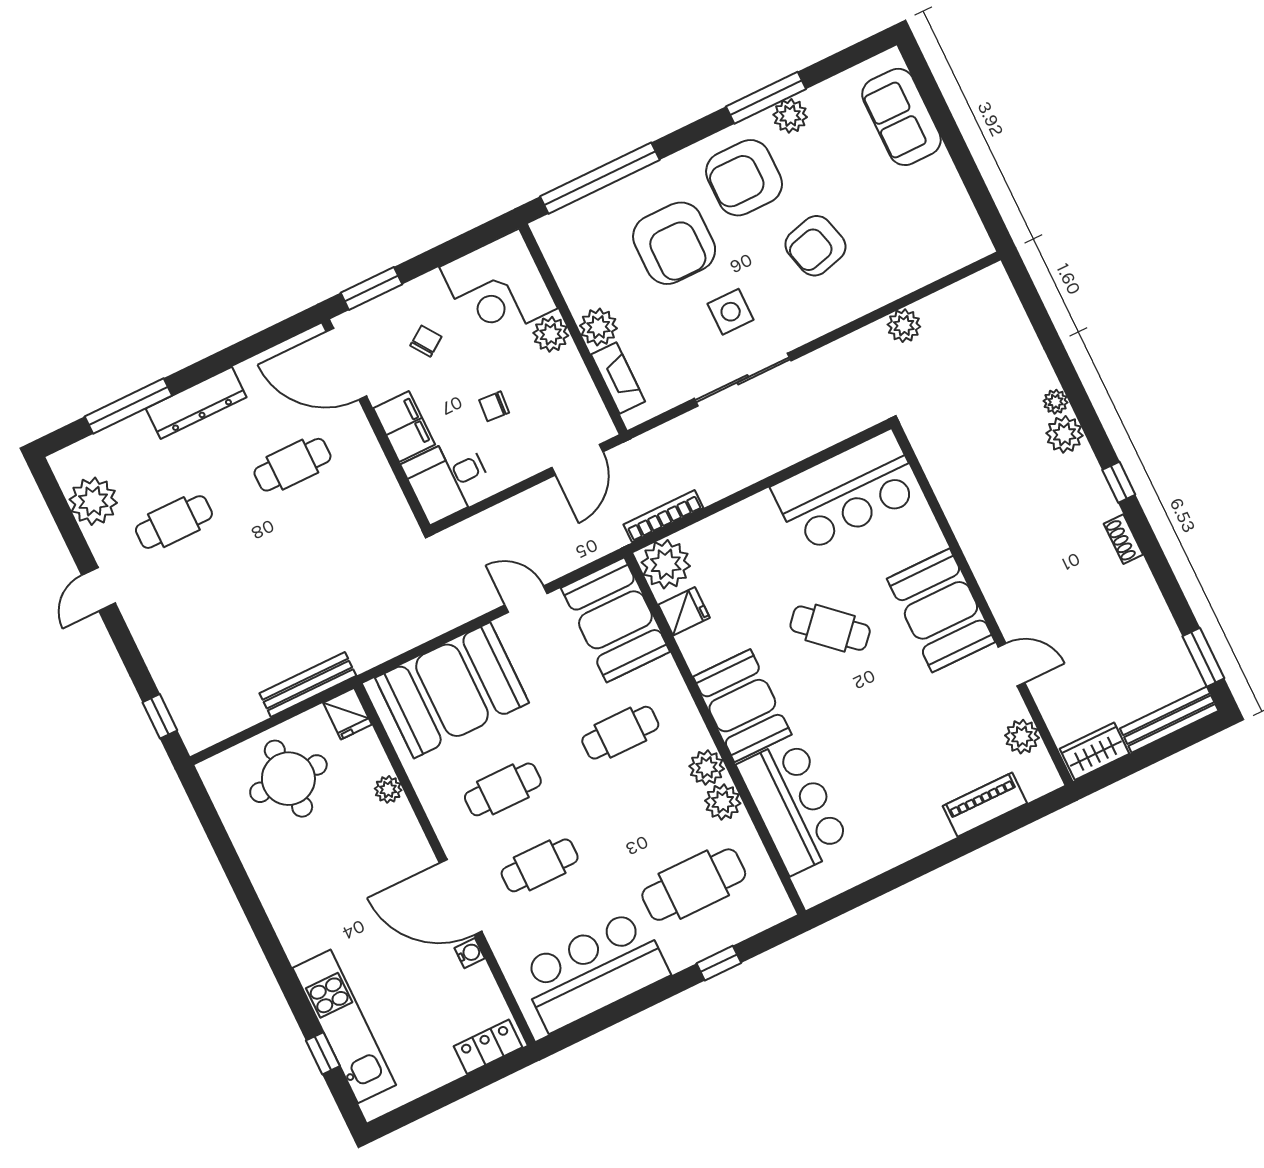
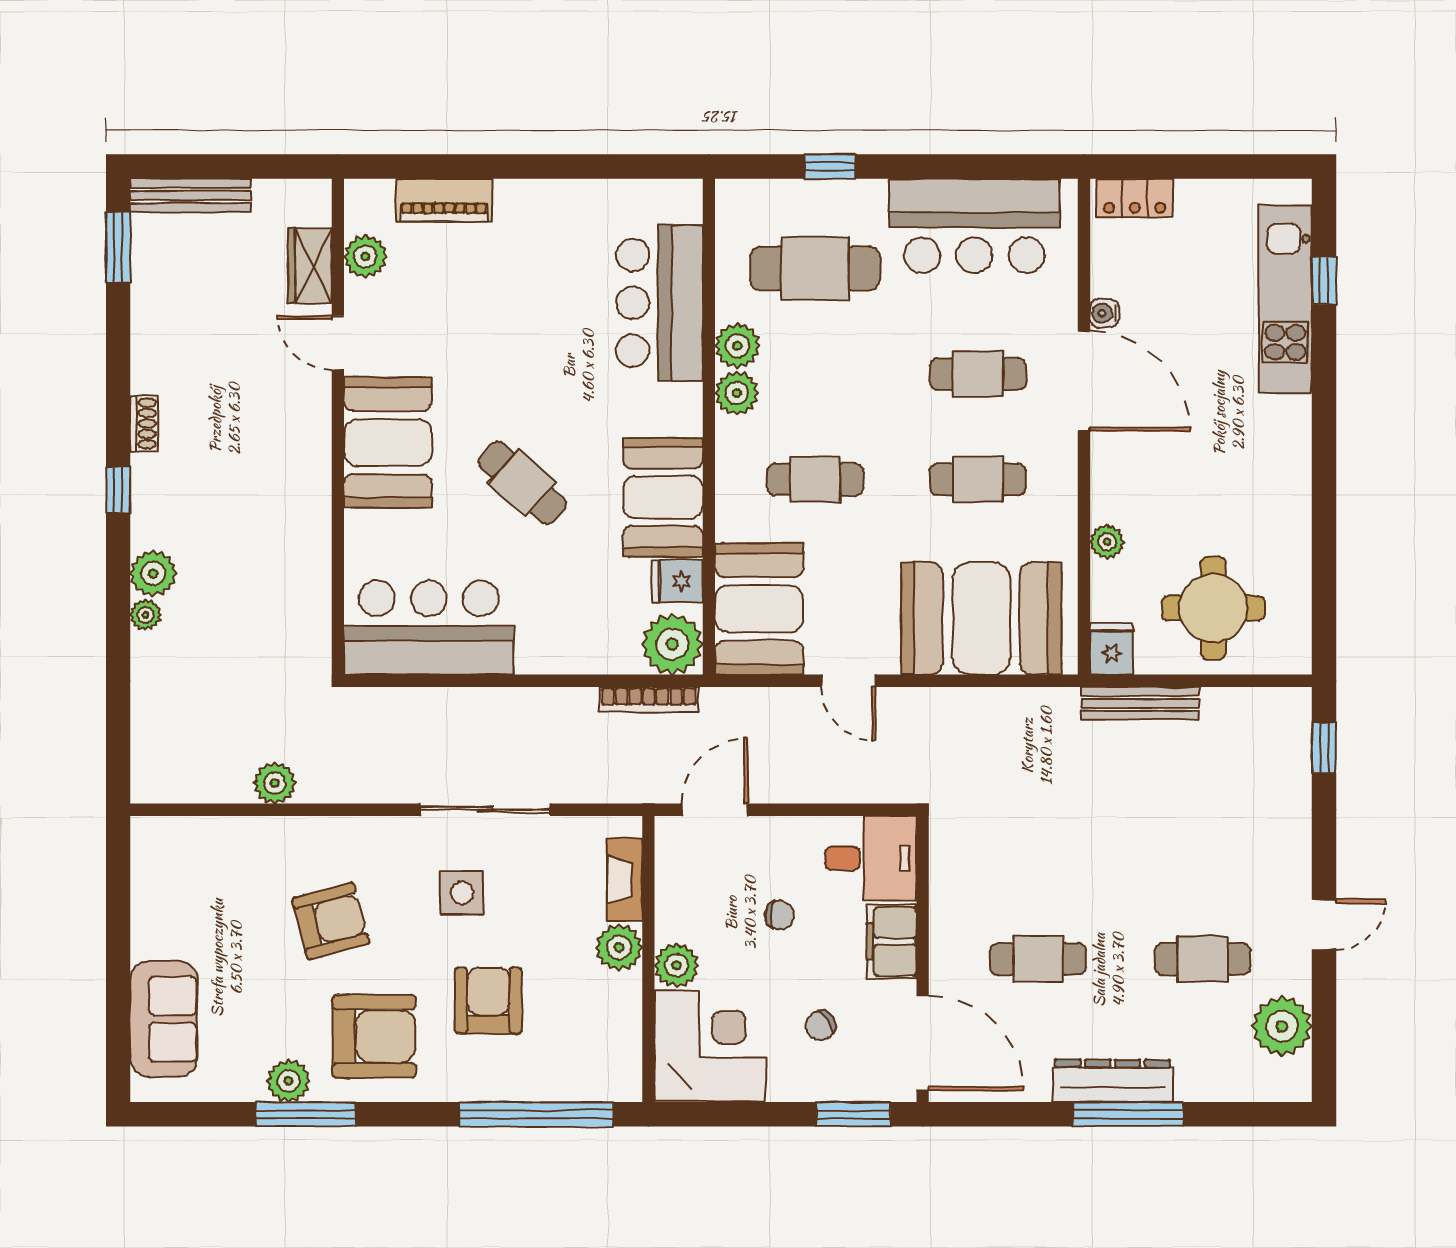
armchair: (674, 243) -> (488, 1001), width x0.73, depth x0.73
window: (128, 406) -> (1128, 1114), moved
booth: (742, 706) -> (663, 497), moved
wardrobe: (1095, 751) -> (310, 266), moved, turned 90

